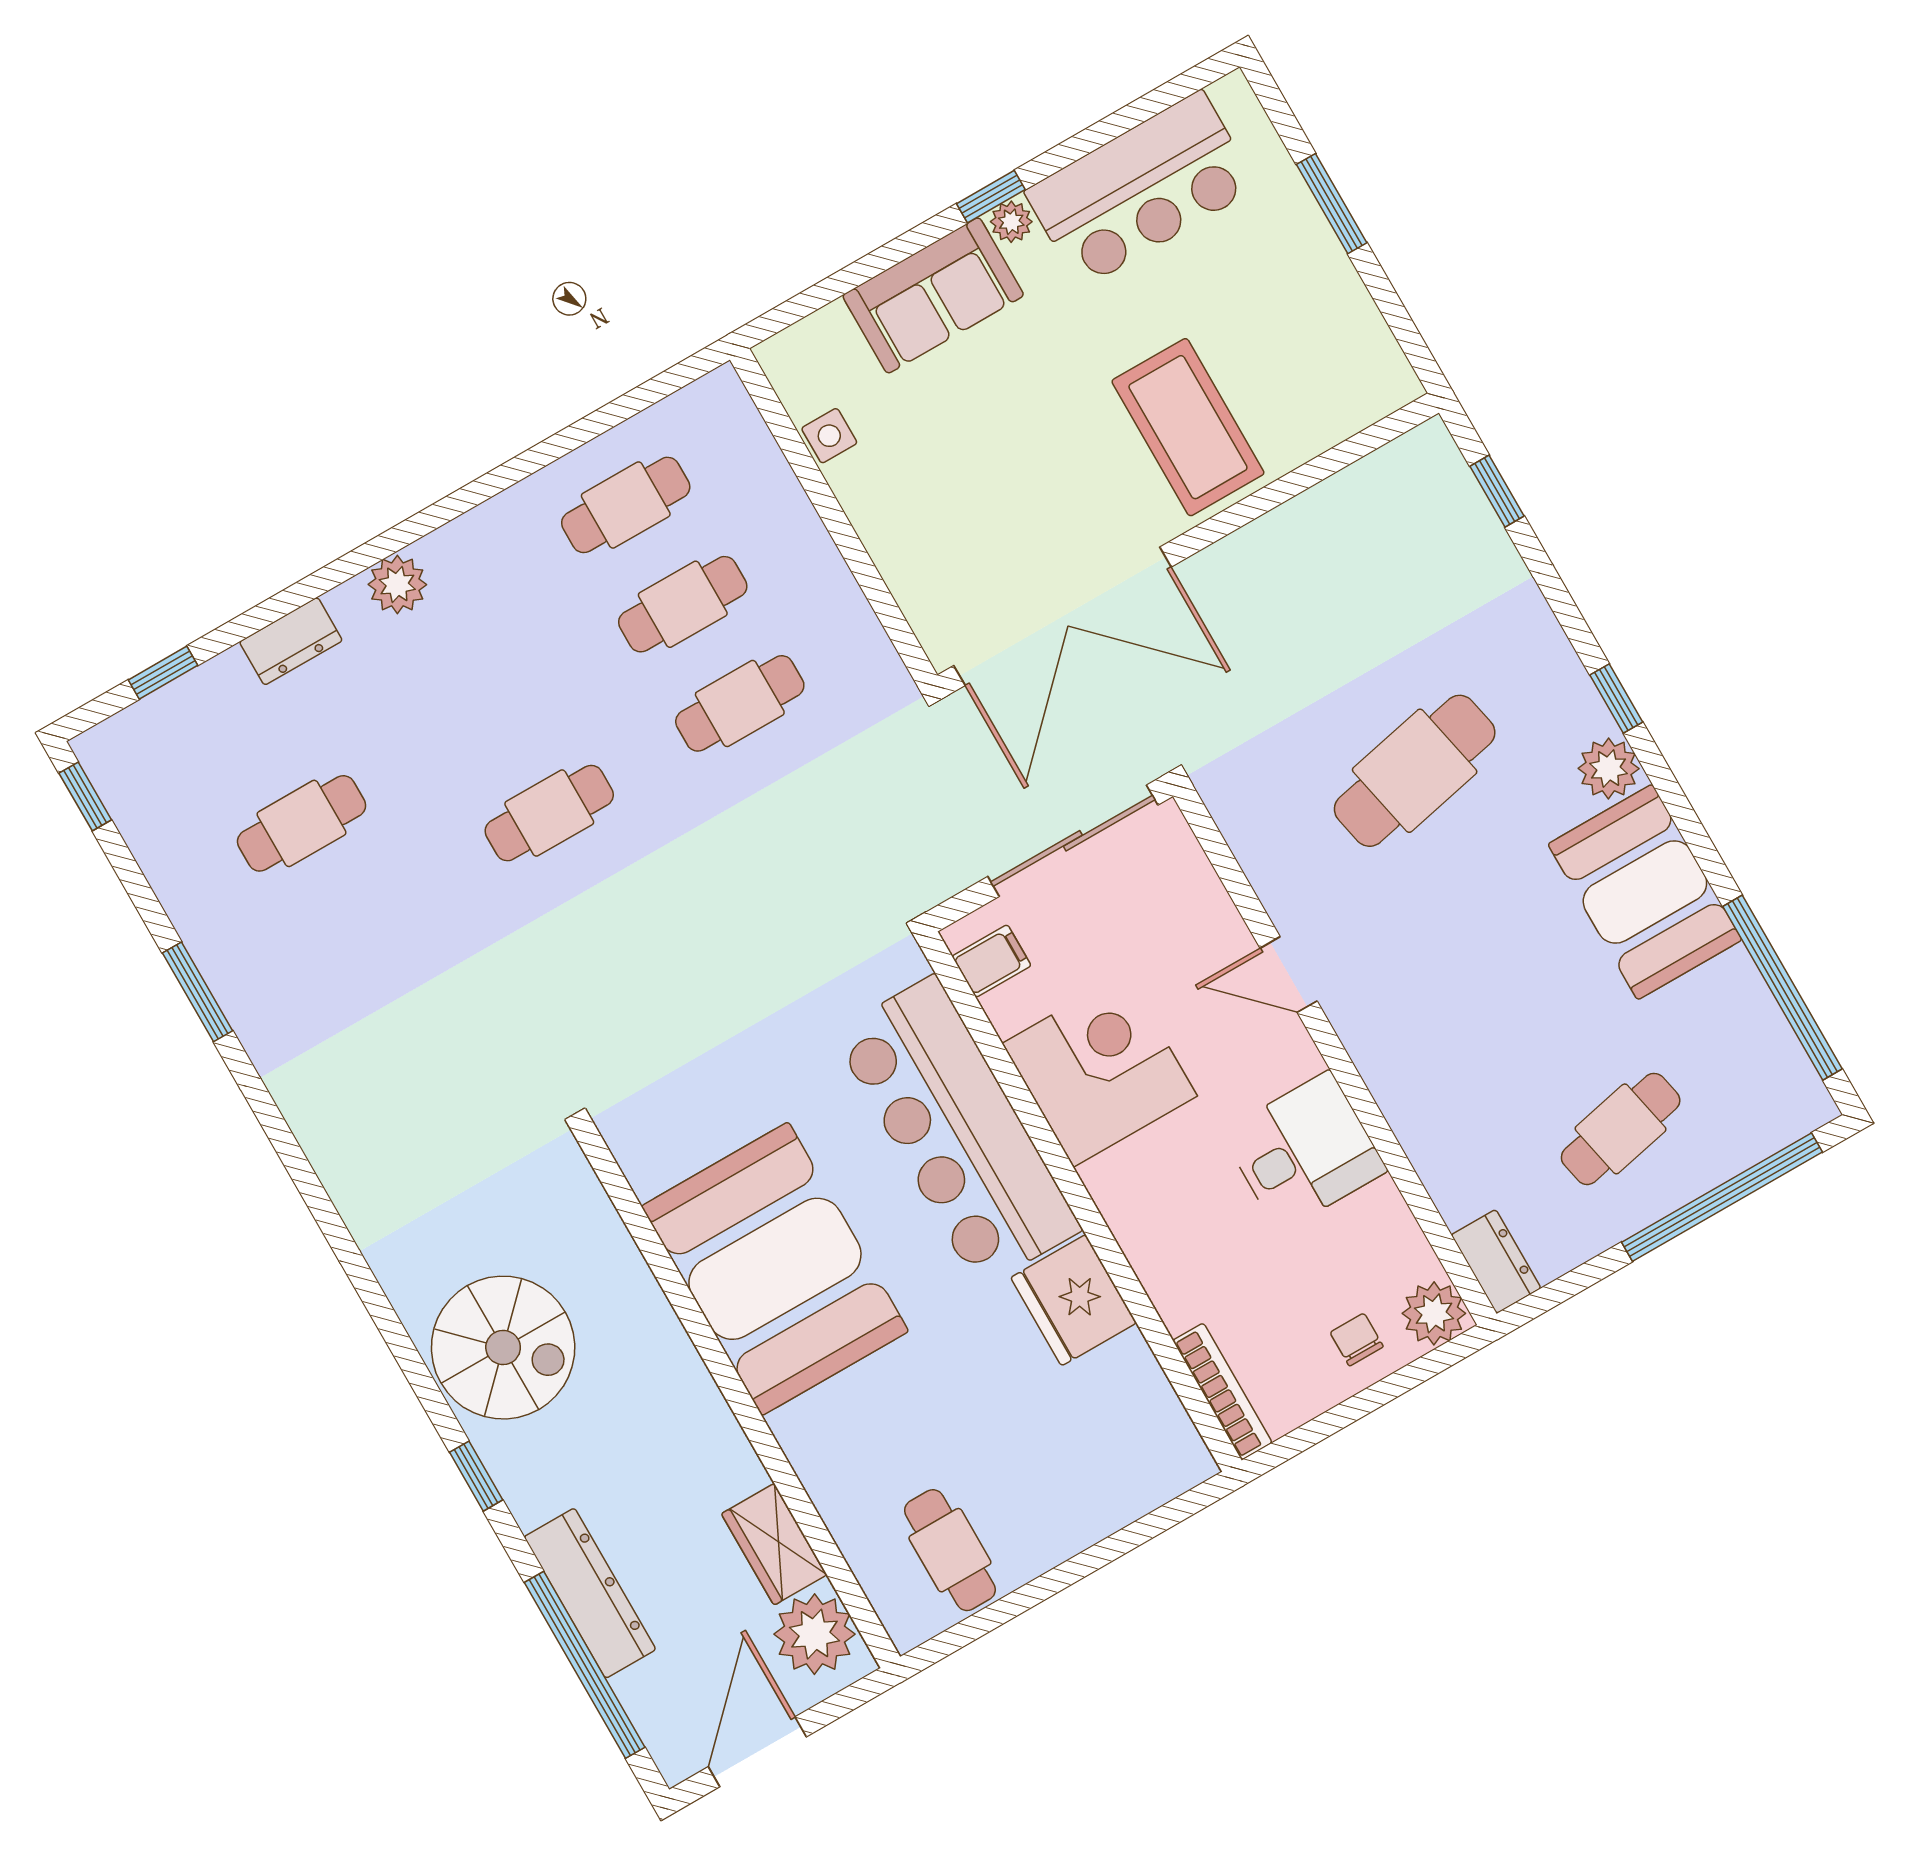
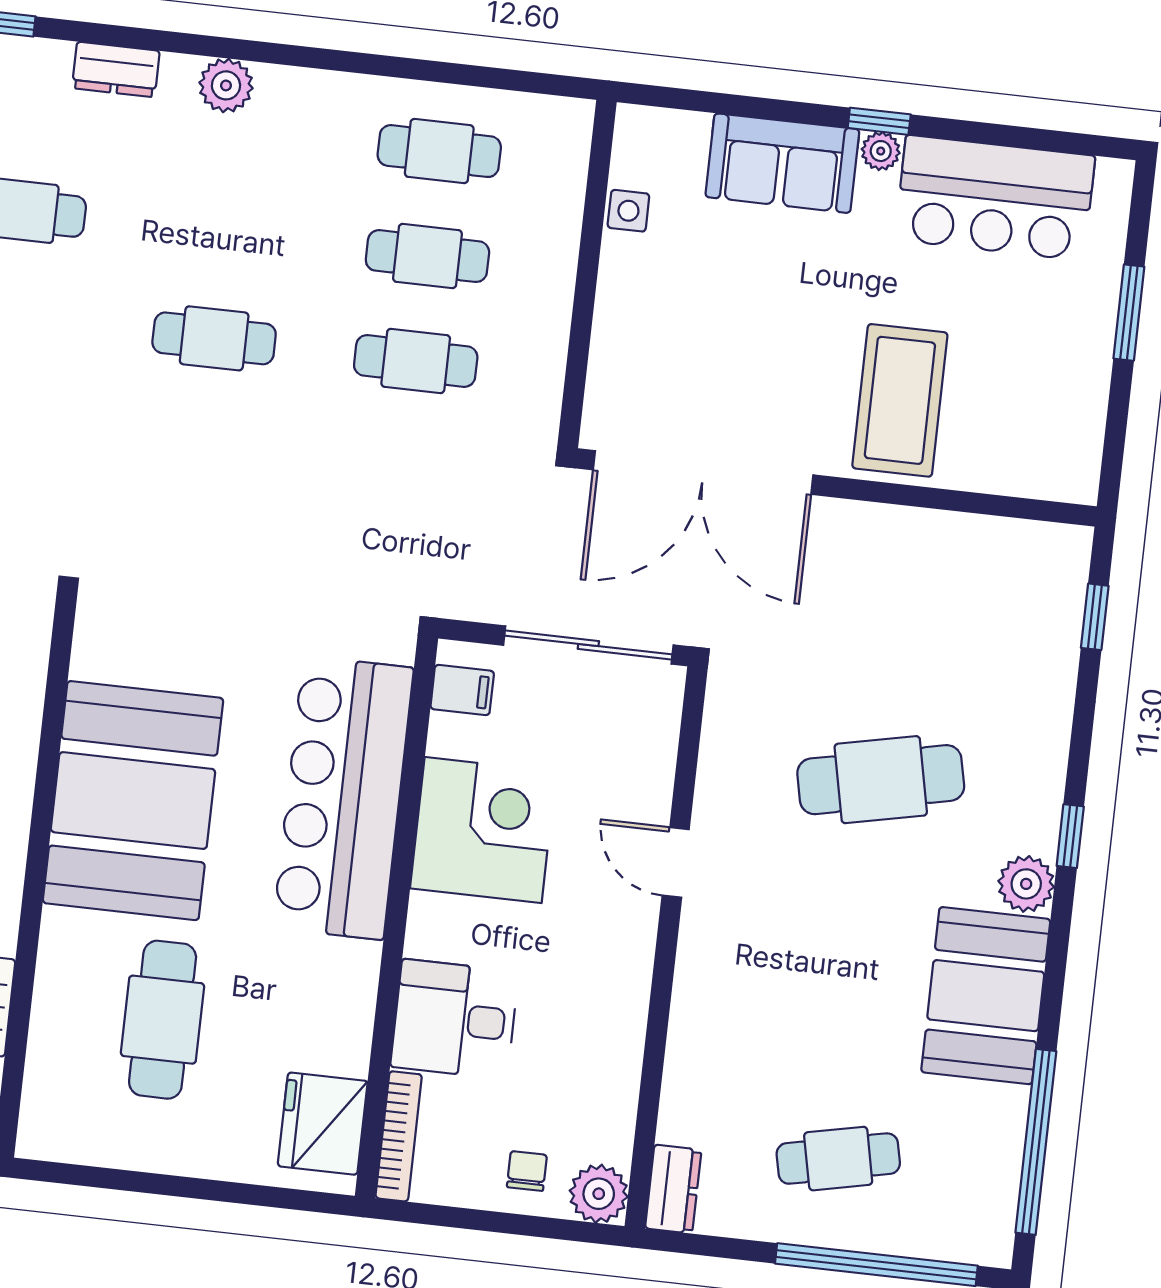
desk: (1304, 1152) -> (455, 1019), moved, turned 180
fridge: (1074, 1300) -> (323, 1124), moved
cafe table: (950, 1550) -> (163, 1020), moved, width x1.37, depth x1.35

